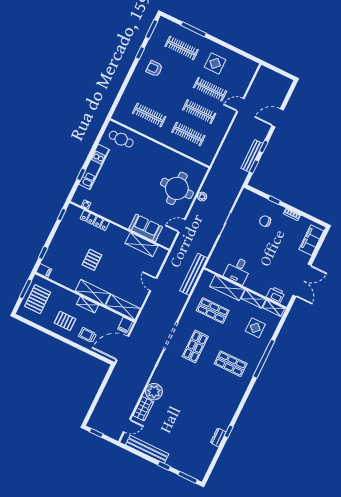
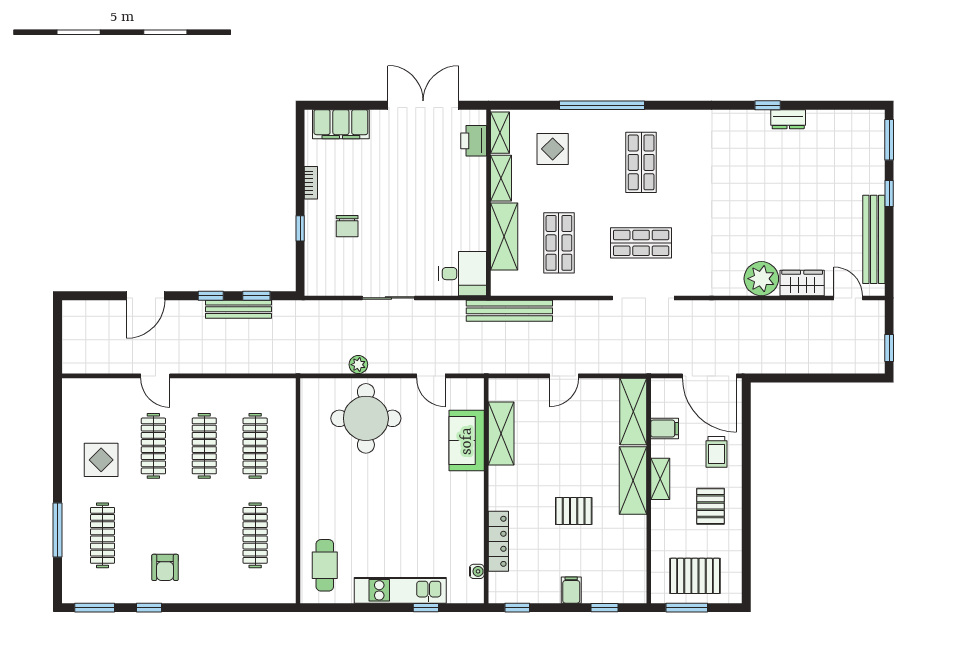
door: (278, 118) -> (146, 296), hinge flipped
desk: (238, 270) -> (462, 274), moved
filing cabinet: (44, 271) -> (571, 590), moved
filing cabinet: (125, 325) -> (665, 429), moved

